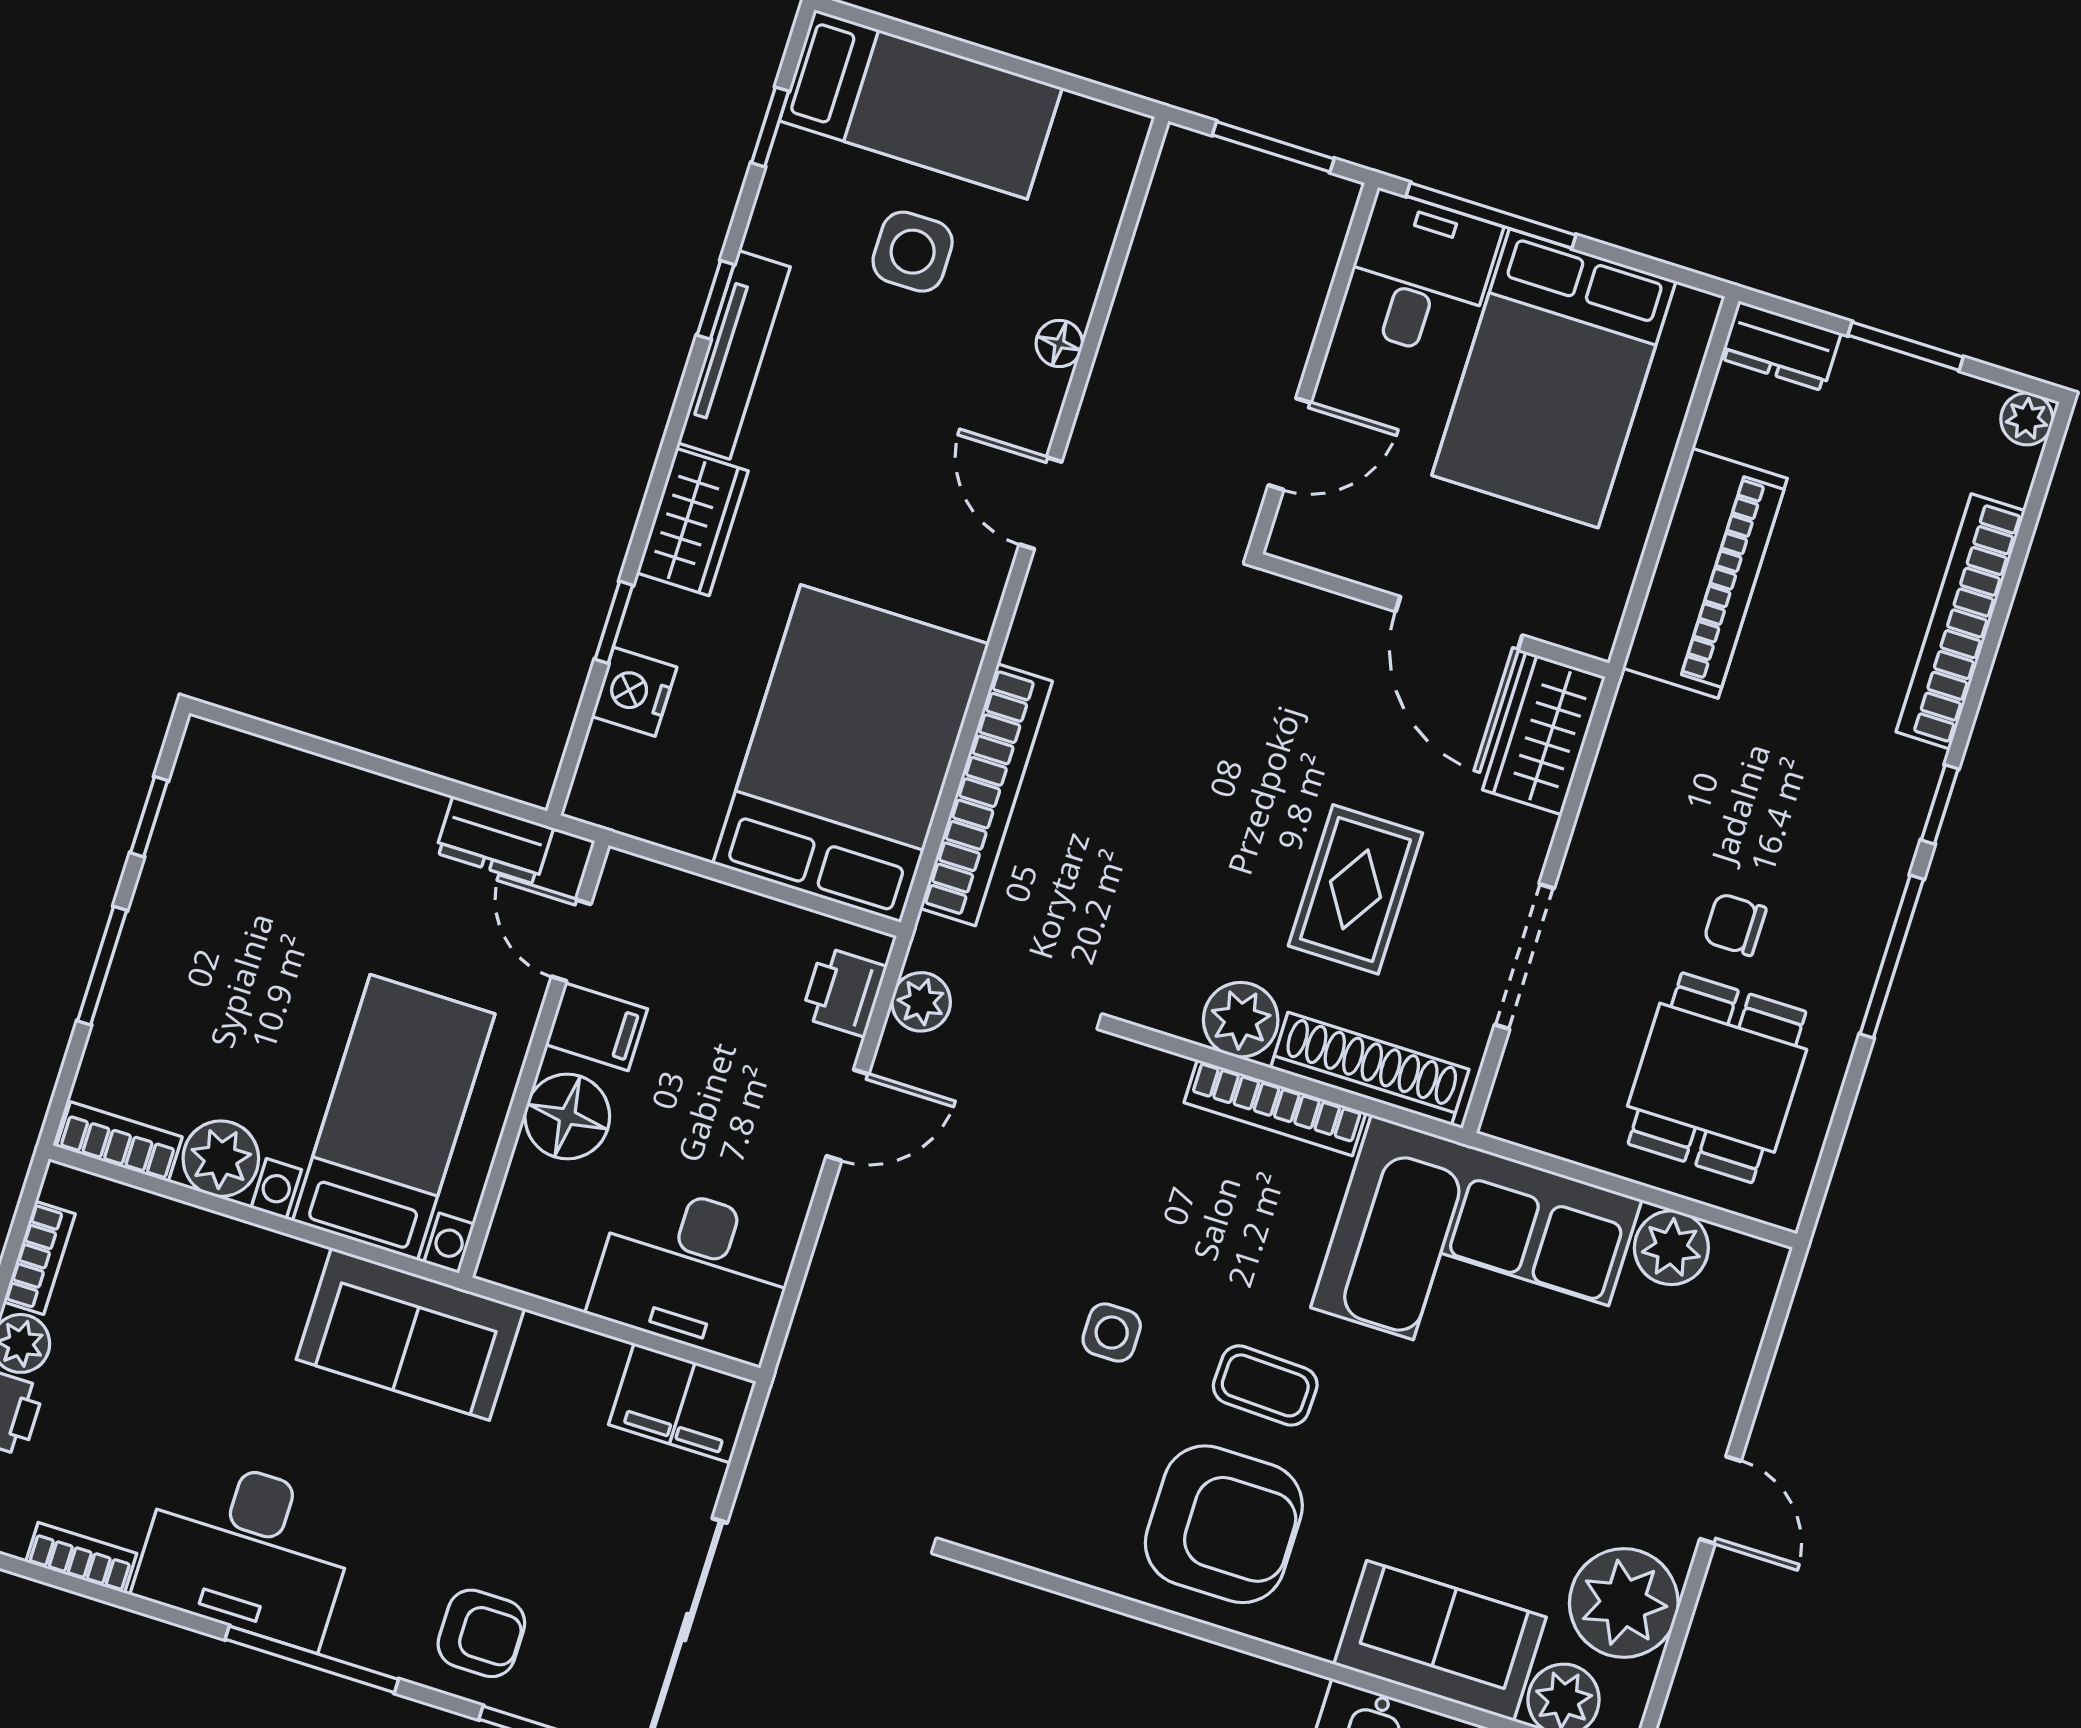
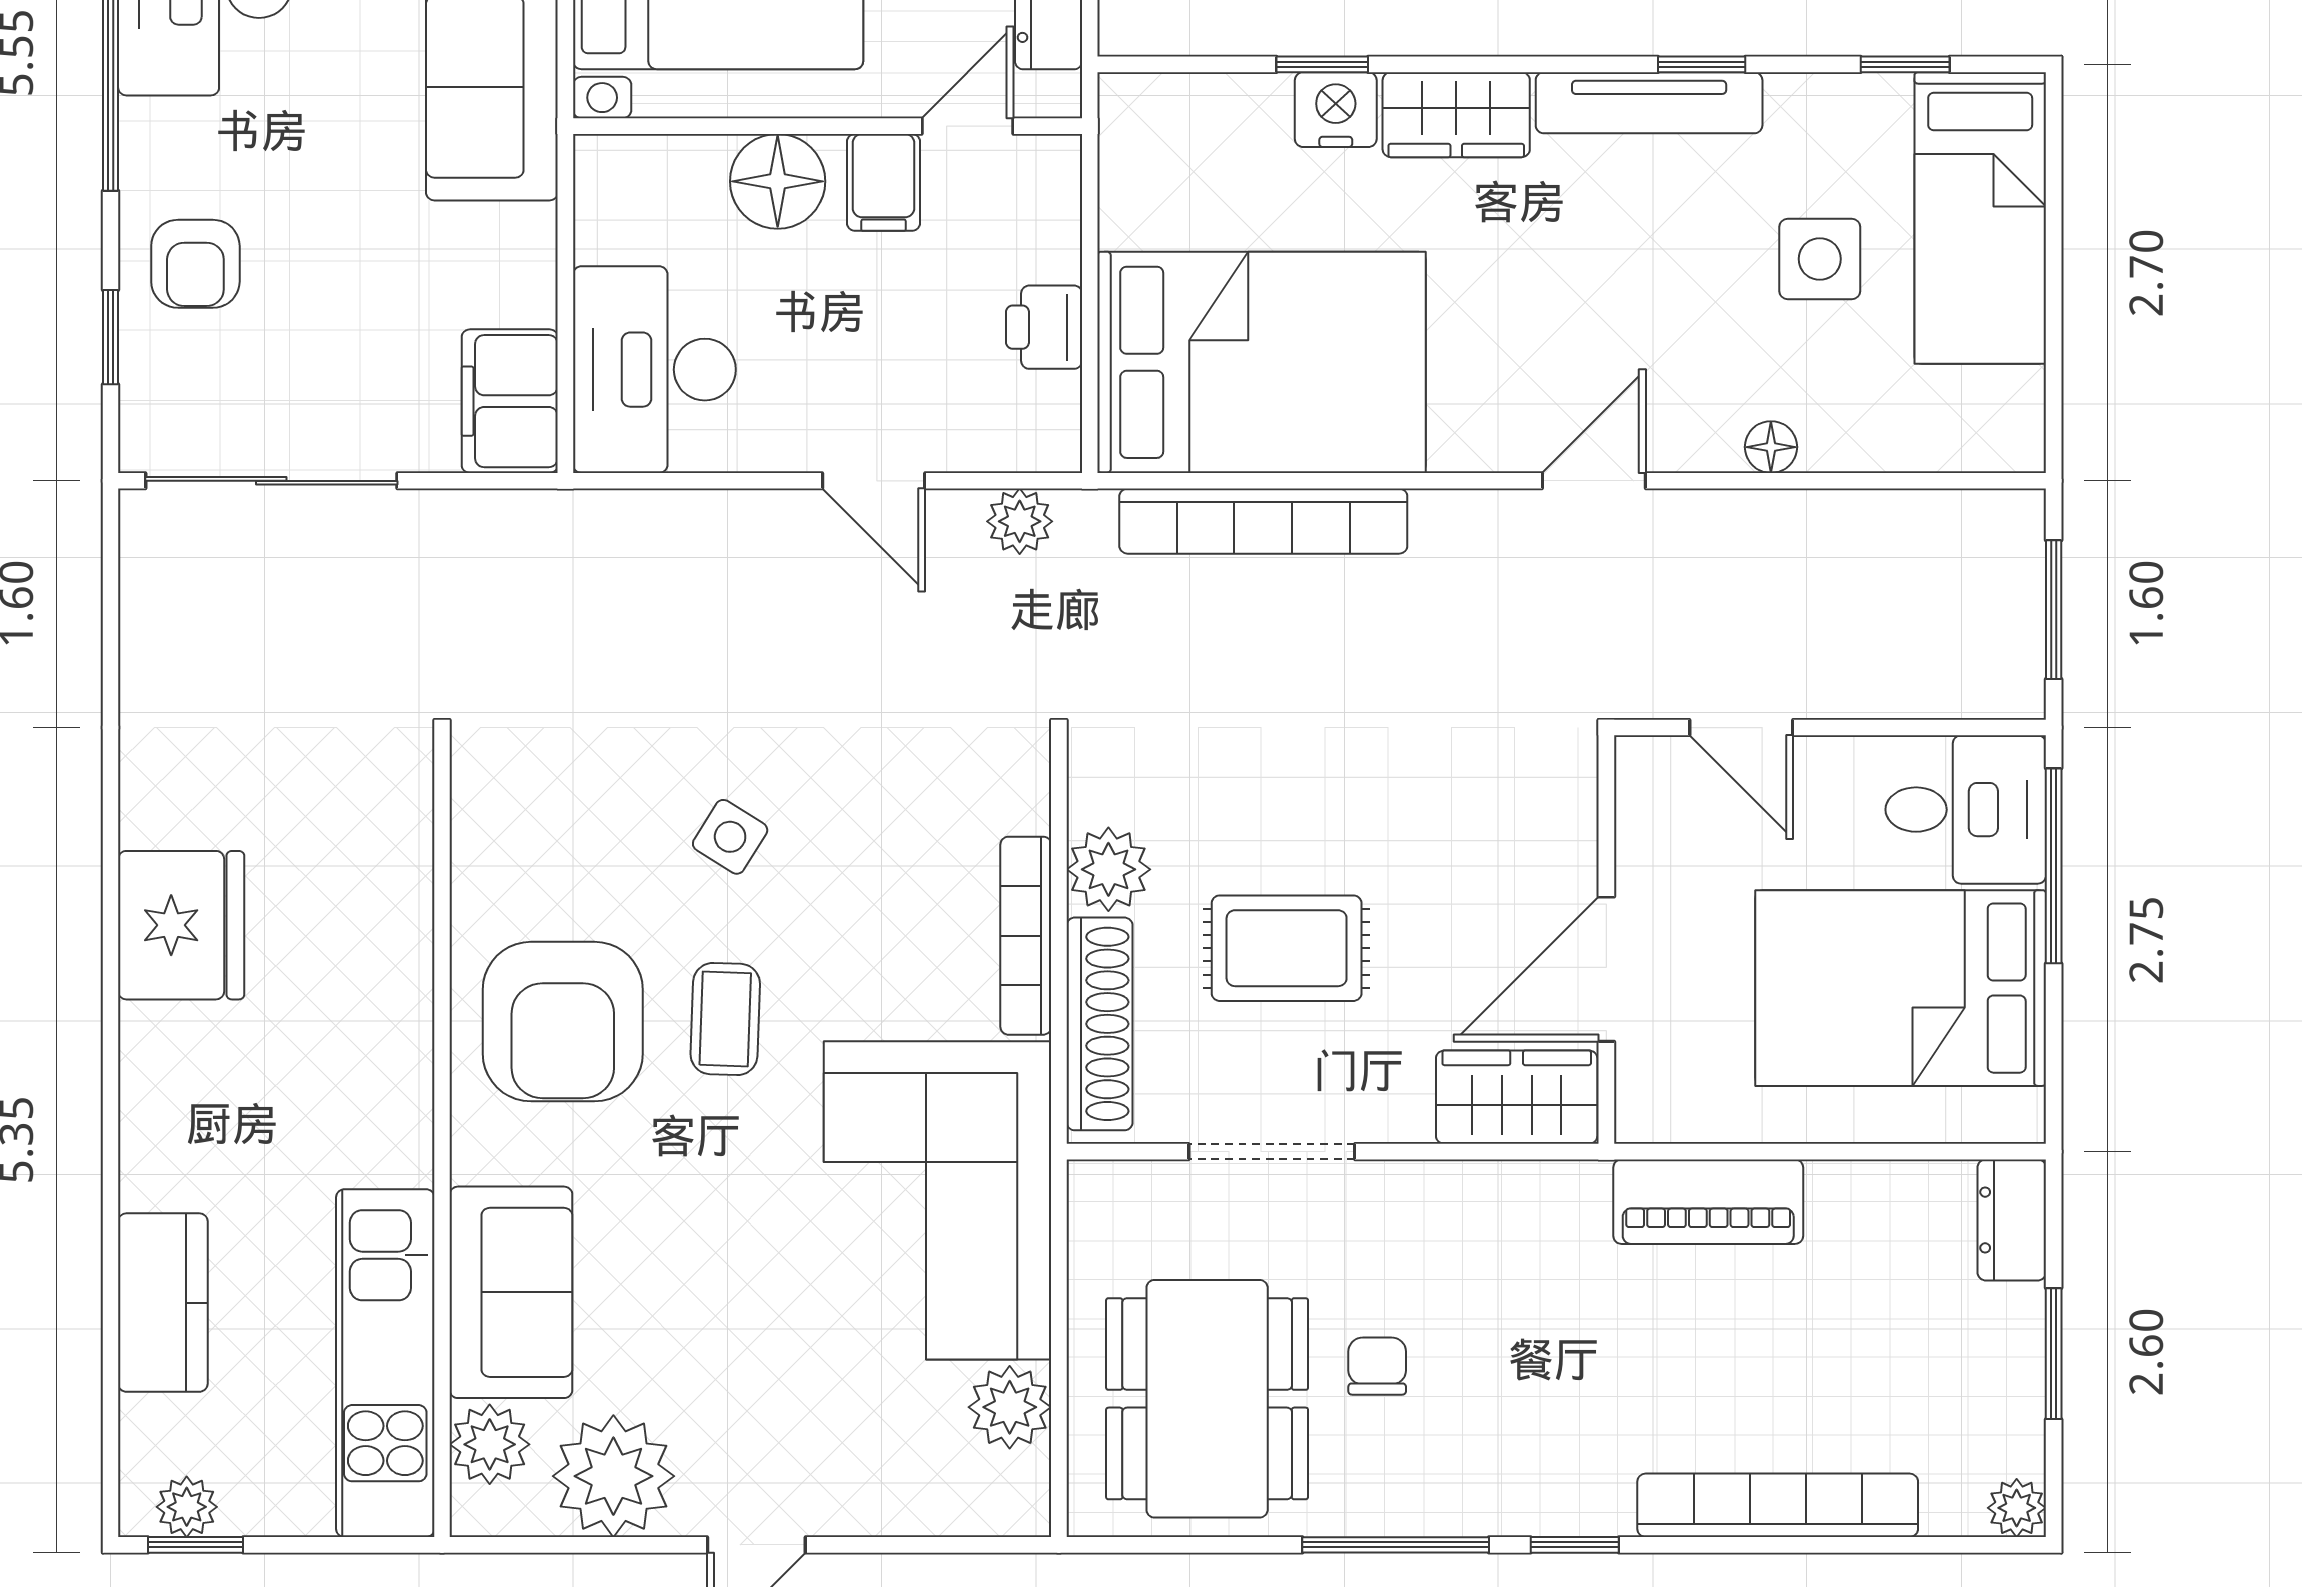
piano: (1705, 573) -> (1708, 1202), width x0.73, depth x0.75
nightstand: (634, 692) -> (1336, 110), moved
printer: (844, 992) -> (1044, 327), moved, turned -90
dining table: (1717, 1078) -> (1207, 1399), width x1.38
side table: (1112, 1333) -> (730, 837), turned 32

